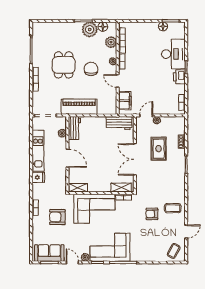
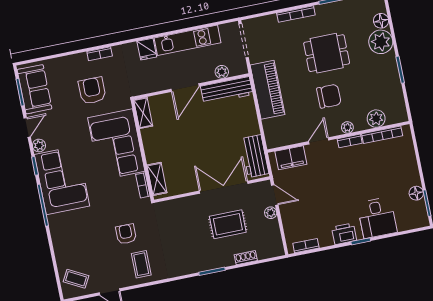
floor lamp: (103, 27) -> (381, 21), moved
plant: (90, 29) -> (381, 42), moved
desk: (173, 54) -> (377, 218), width x0.73
workbench: (74, 128) -> (227, 90), width x1.38
double door: (135, 159) -> (224, 187), moved

